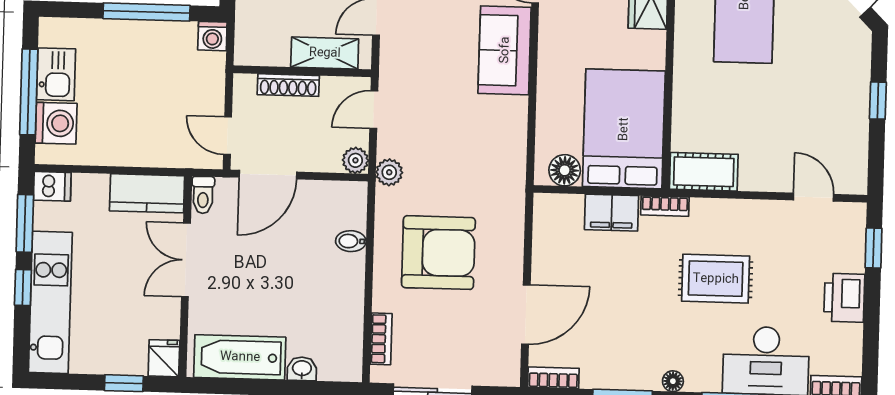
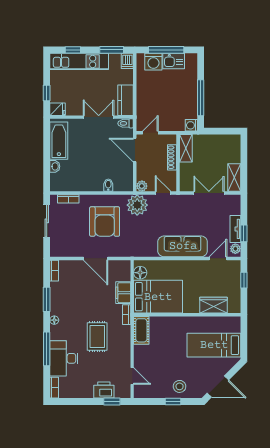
sofa: (505, 50) -> (183, 246), width x1.36
shelving: (325, 53) -> (186, 148), moved
stool: (842, 83) -> (180, 386), added
plant: (389, 172) -> (137, 205), width x1.87, depth x1.87
door: (813, 197) -> (132, 376), hinge flipped
window: (23, 288) -> (73, 50), moved
printer: (844, 298) -> (104, 390), moved
door: (526, 315) -> (96, 258), moved

